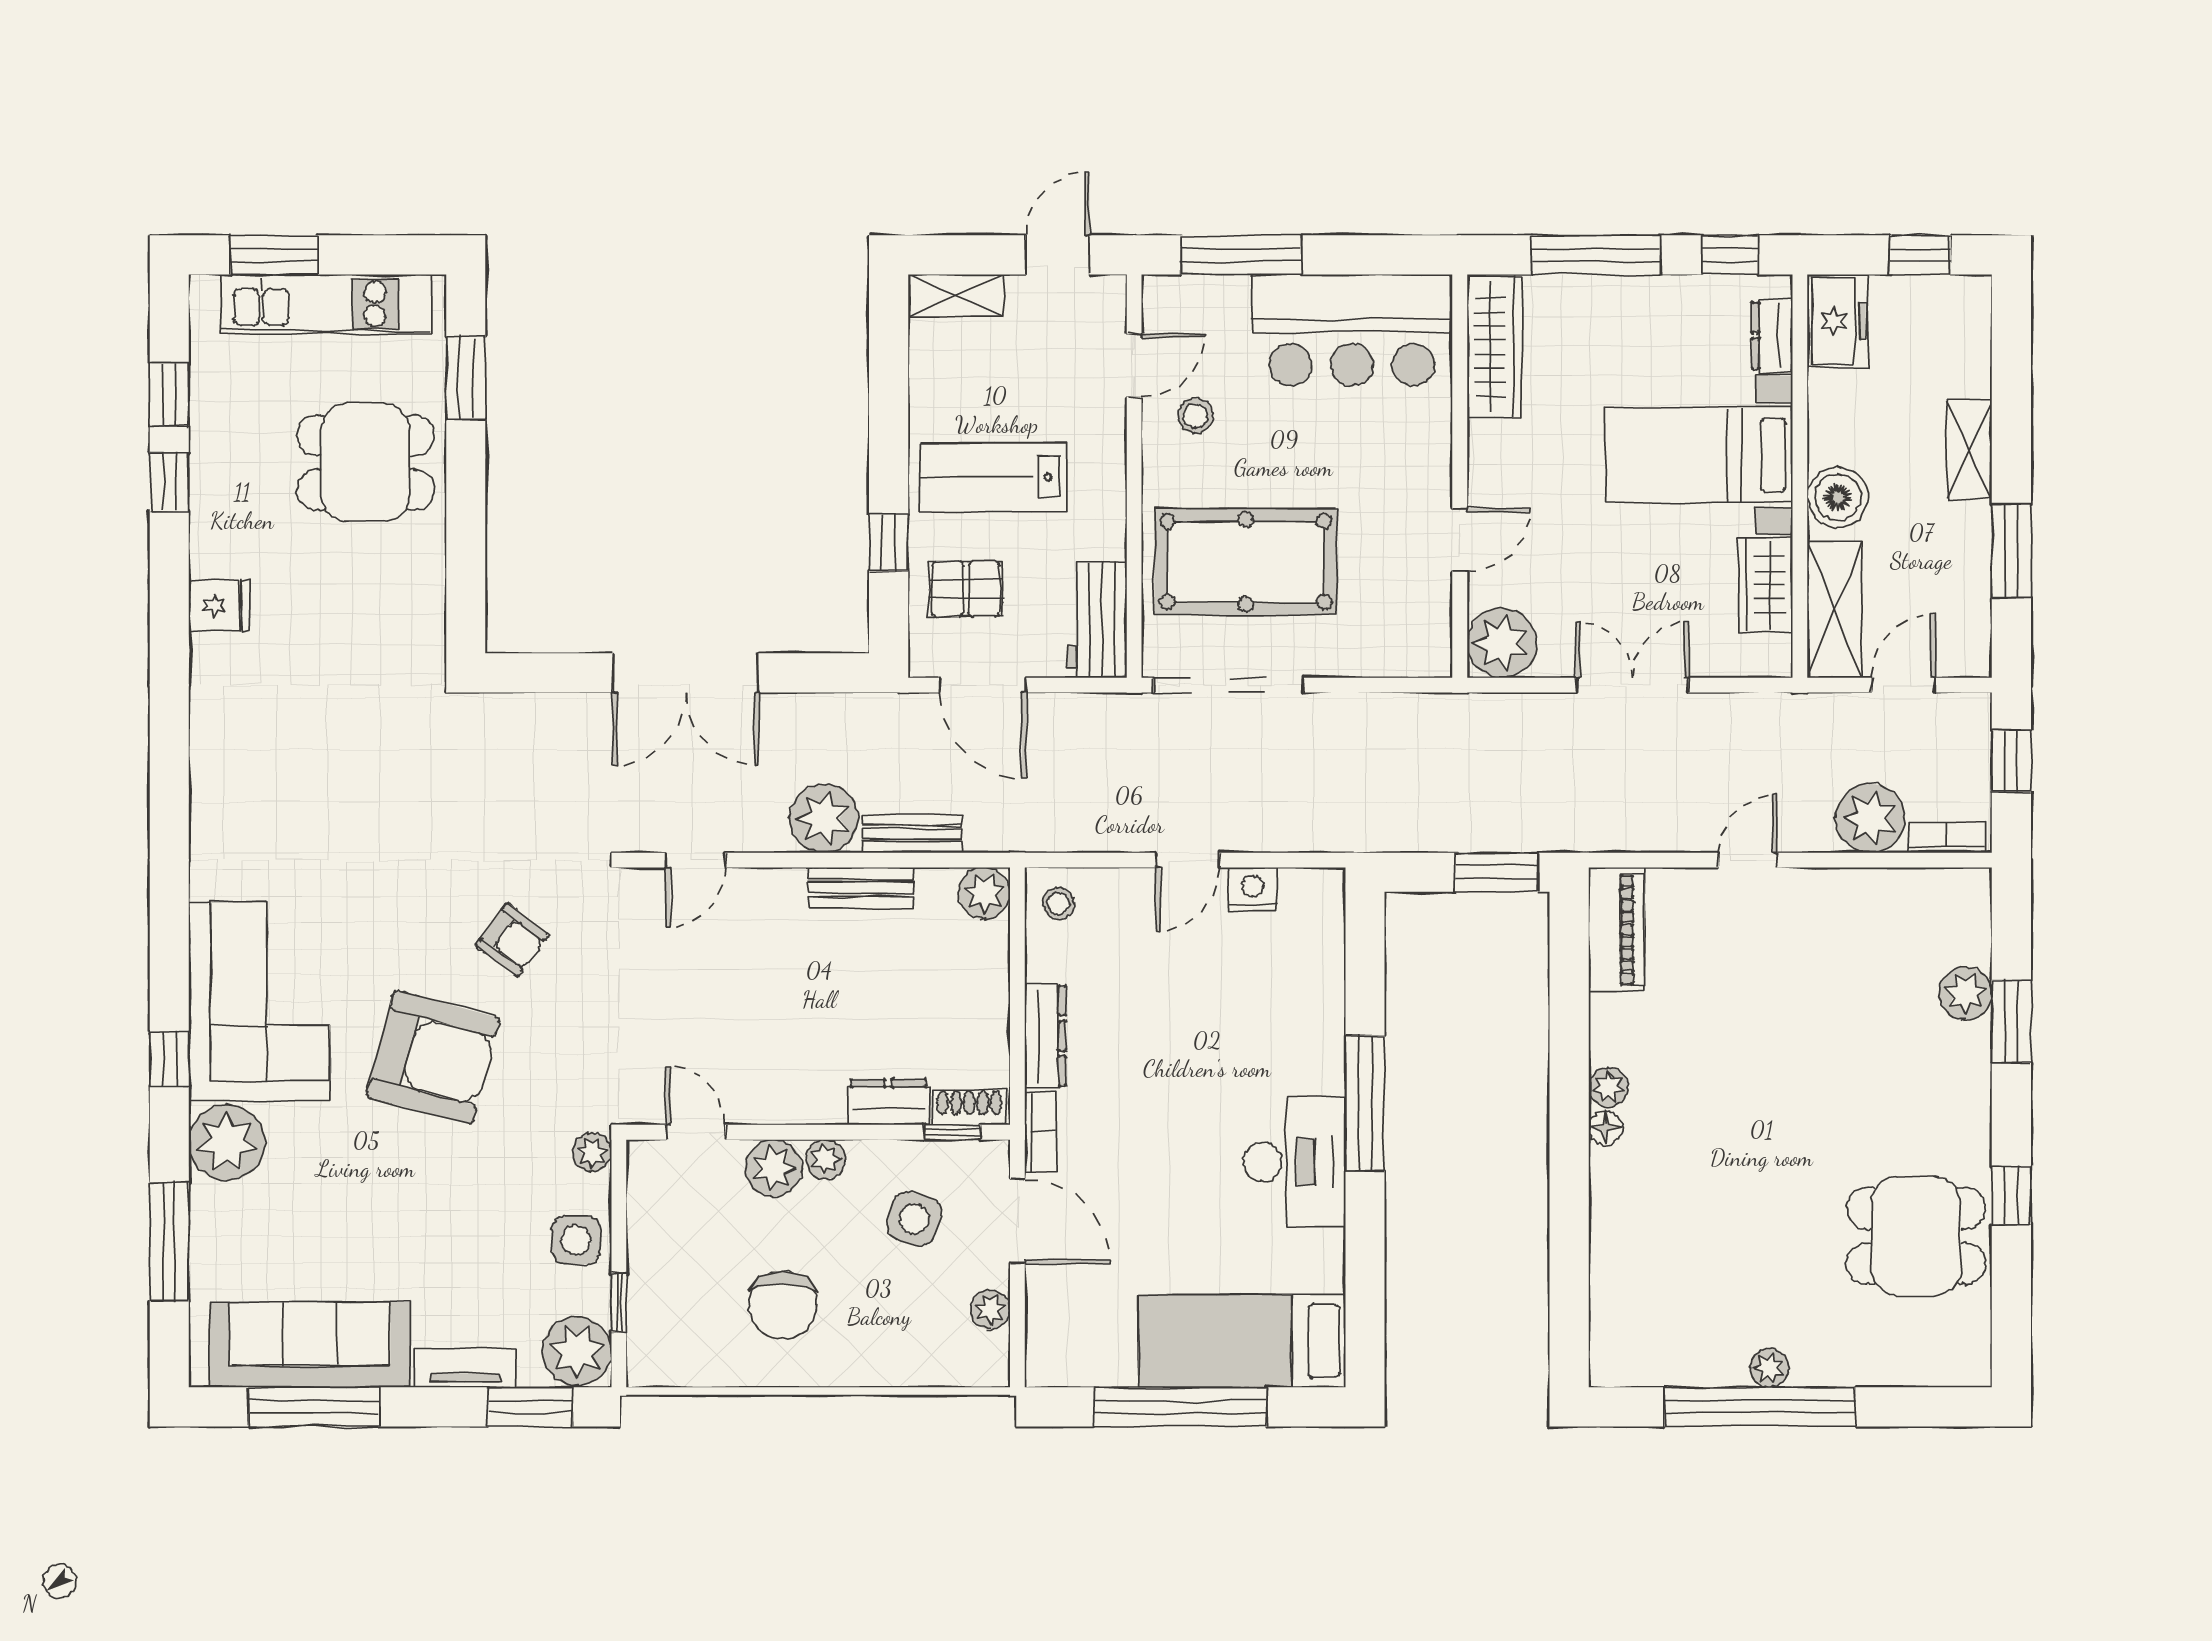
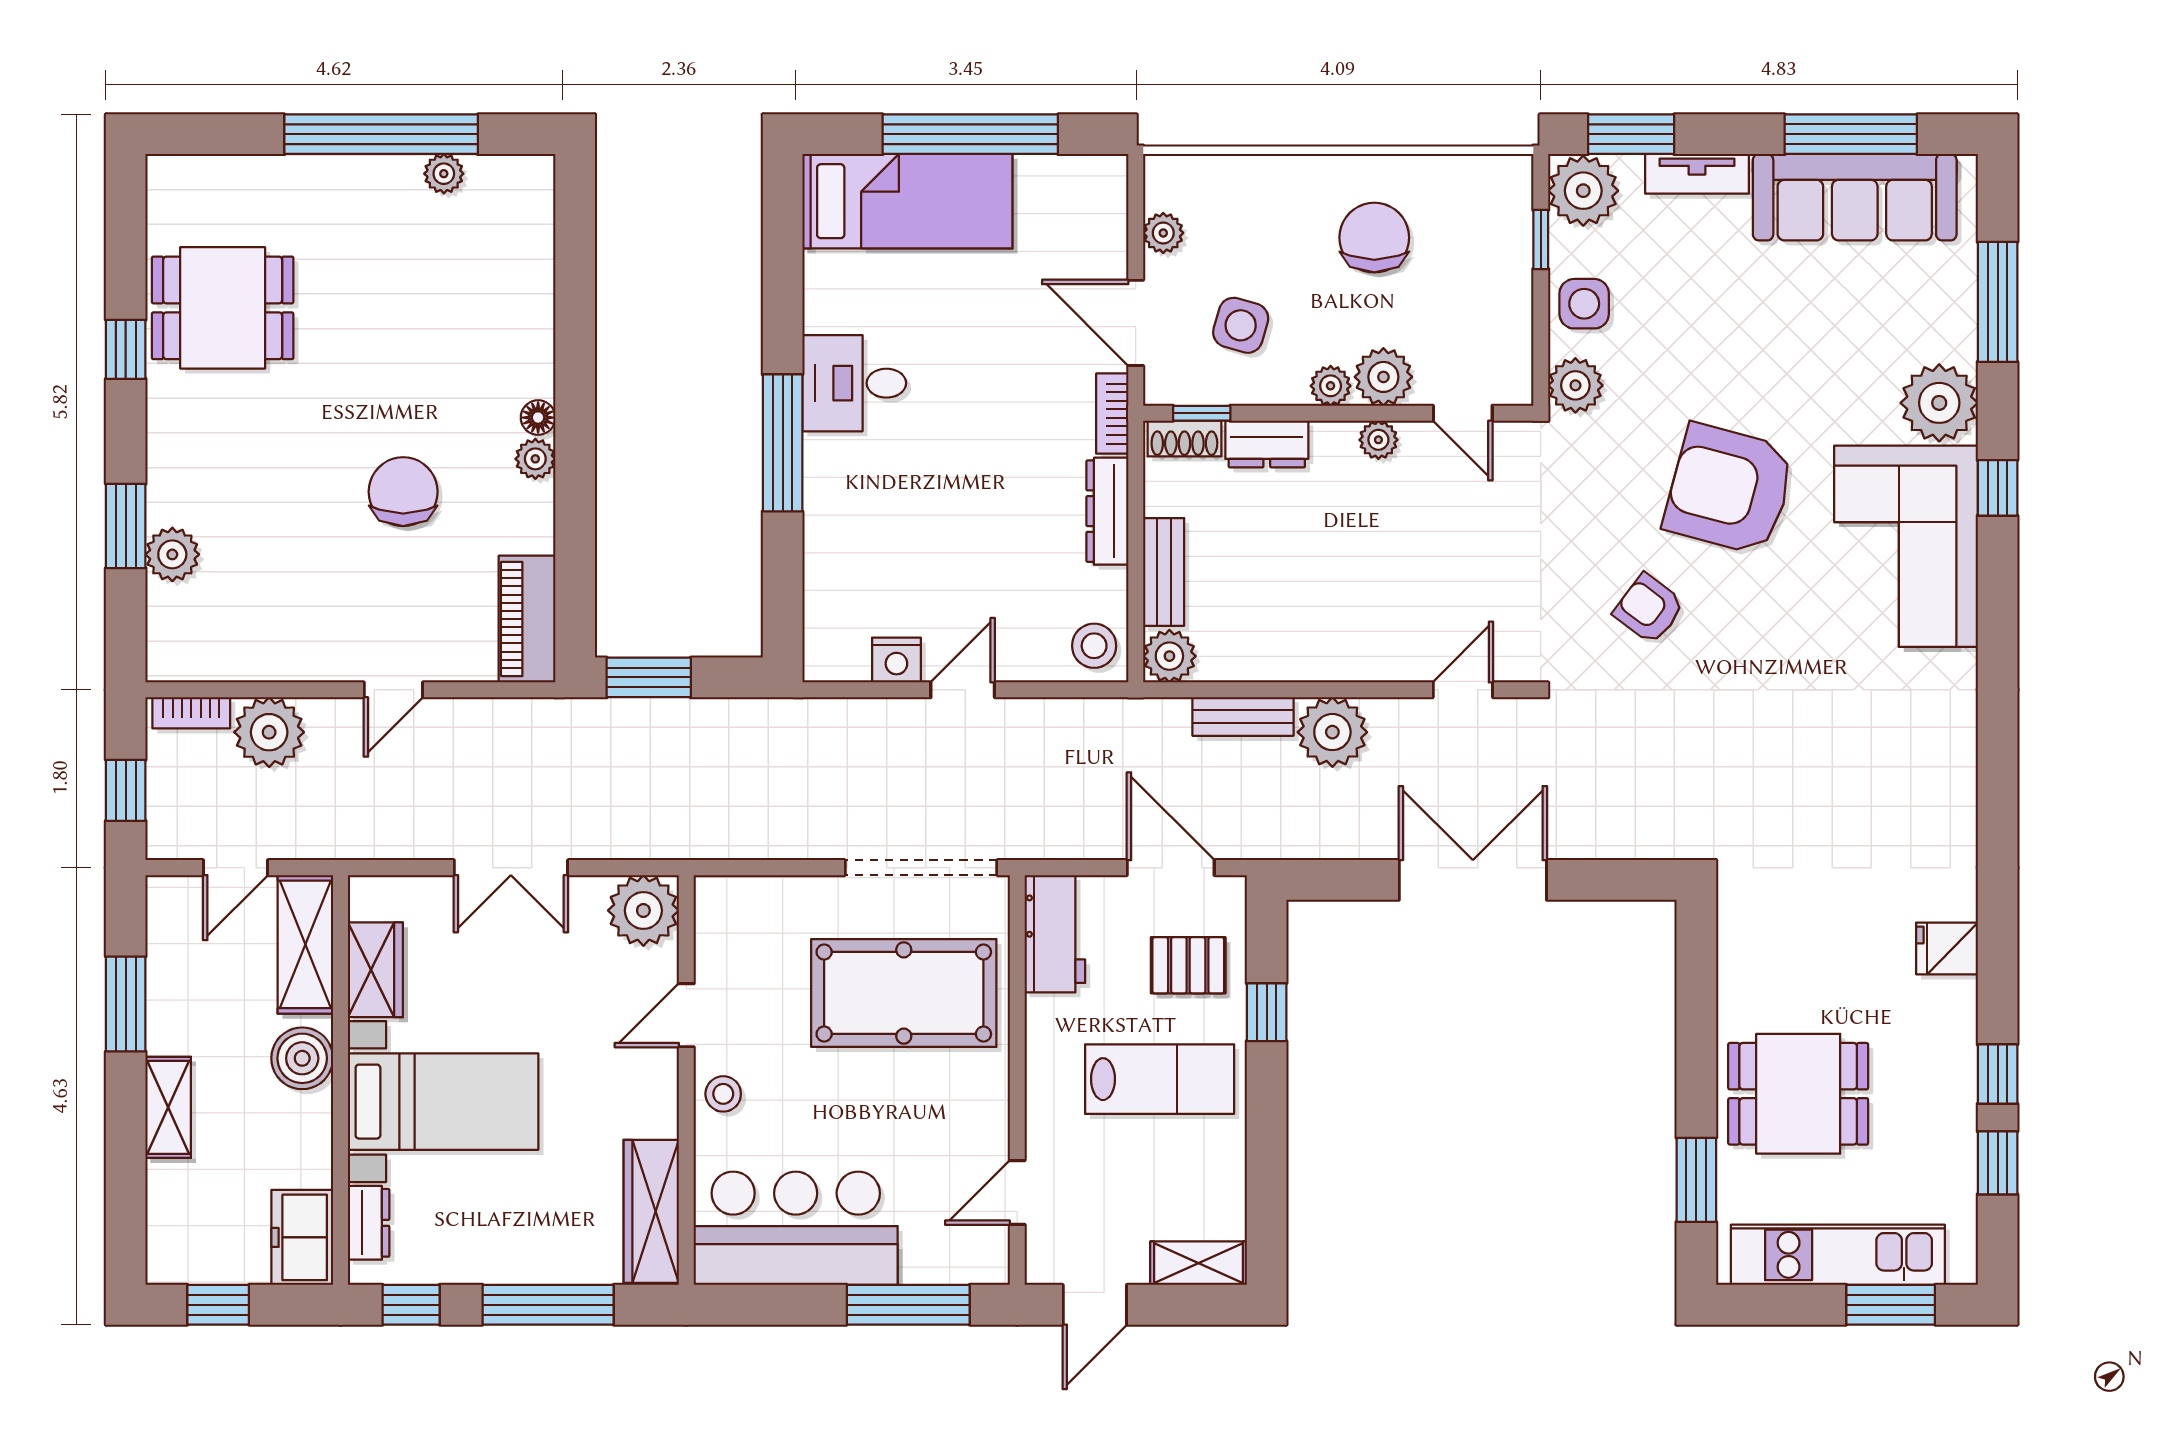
stool: (1195, 416) -> (723, 1094), moved
bench: (861, 888) -> (1164, 572), moved, turned 90
stool: (1058, 903) -> (1094, 646), width x1.37, depth x1.37
chair: (1738, 1055) -> (403, 492), added
plant: (779, 1106) -> (1378, 440), added
plant: (592, 1152) -> (1575, 385), width x1.38, depth x1.38
desk: (1294, 1162) -> (854, 383), width x0.73
plant: (1769, 1368) -> (444, 174), moved

